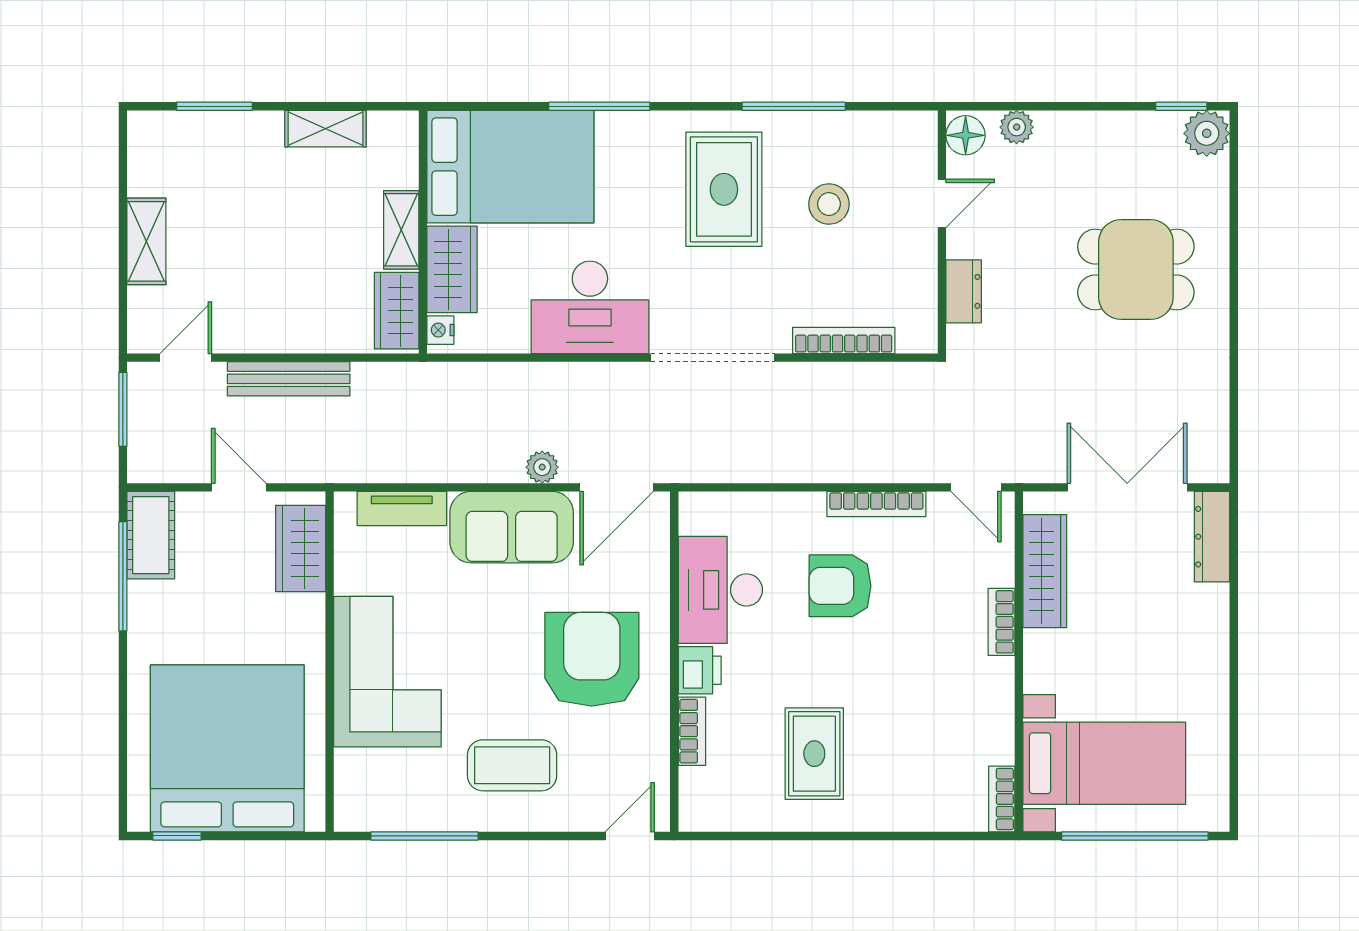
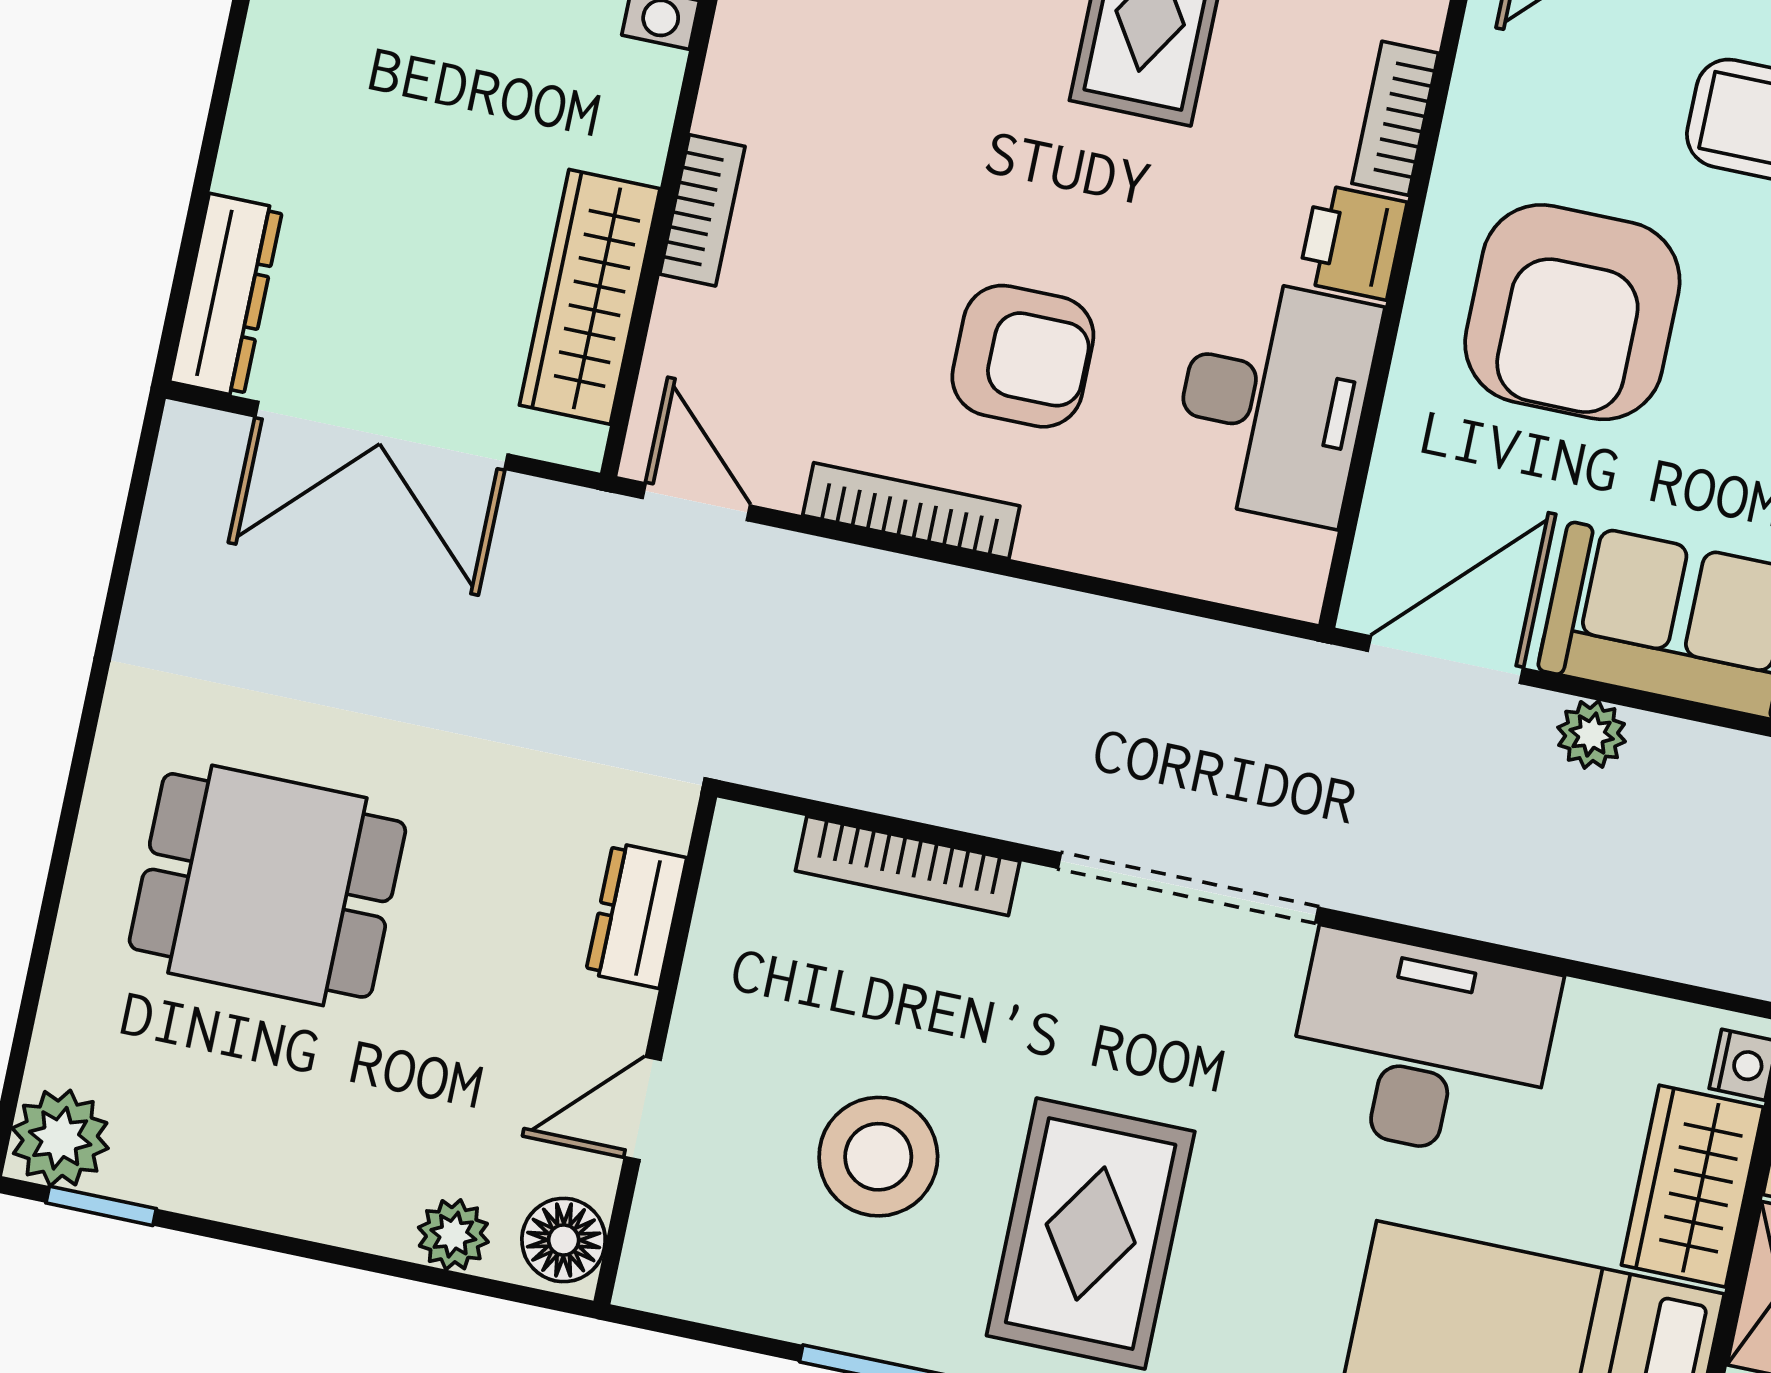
stool: (829, 204) -> (878, 1157), width x1.38, depth x1.38

